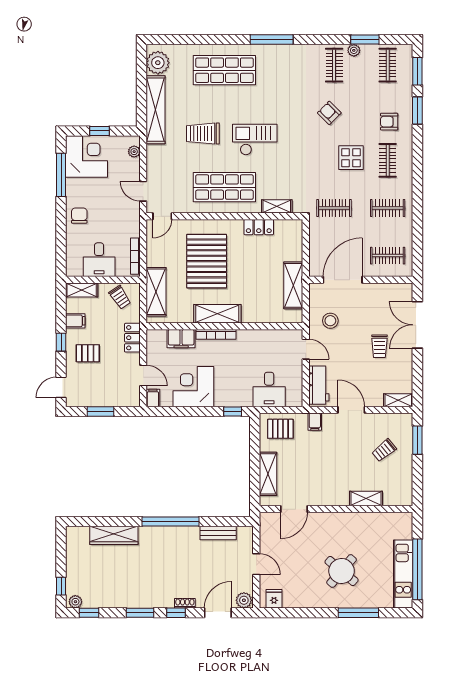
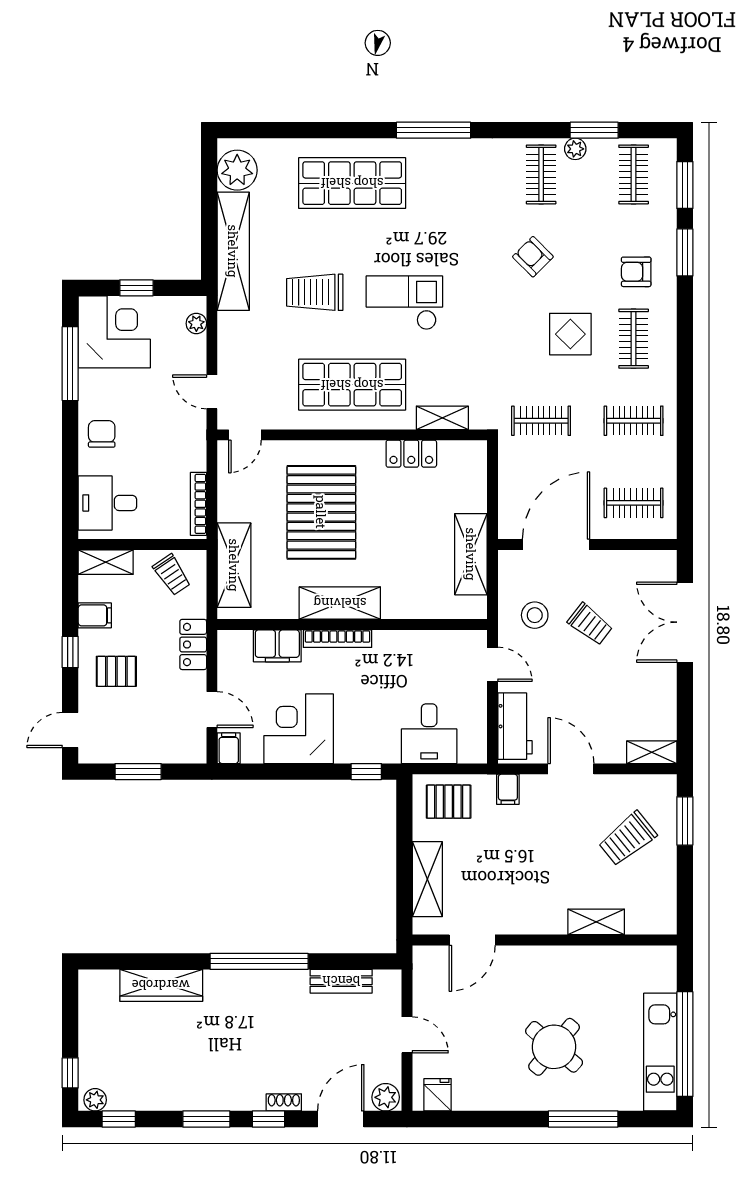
desk: (99, 260) -> (107, 503), moved, turned 90
trolley: (379, 346) -> (590, 624), moved, turned -52
trolley: (384, 450) -> (628, 839), width x1.36, depth x1.39

